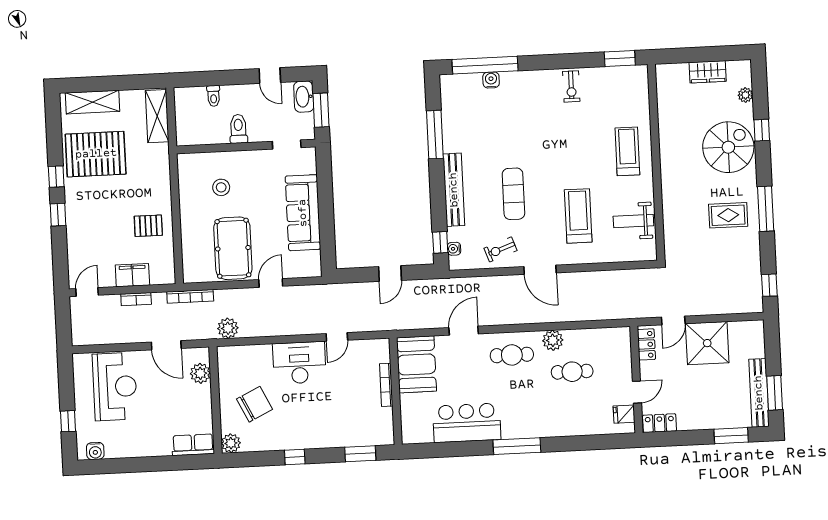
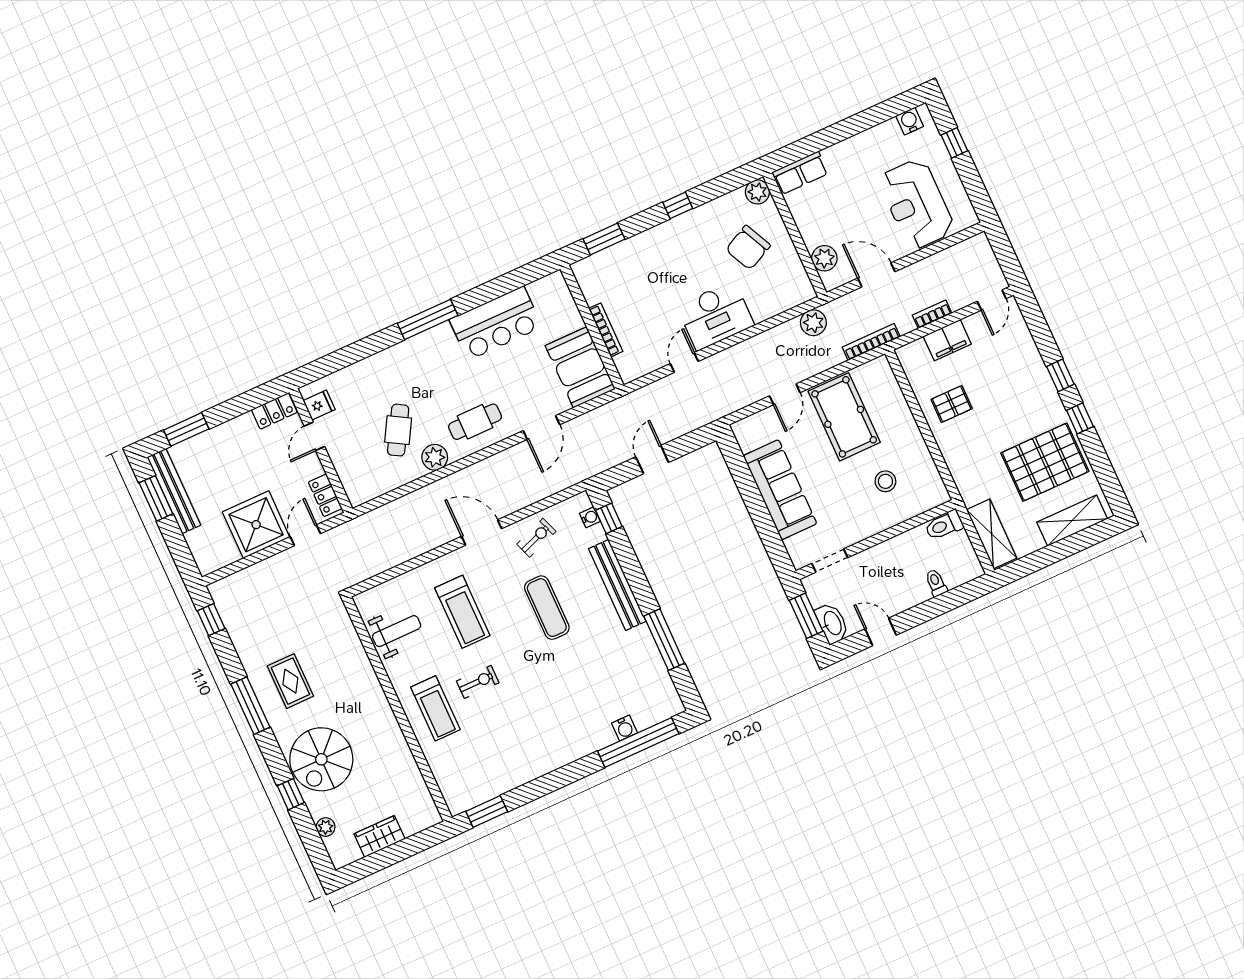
exercise bike: (571, 86) -> (478, 682), moved, turned 90
toilet: (238, 129) -> (944, 525), moved, turned 90
rug: (728, 215) -> (290, 681), turned 90
cafe table: (572, 372) -> (398, 430), turned -60

